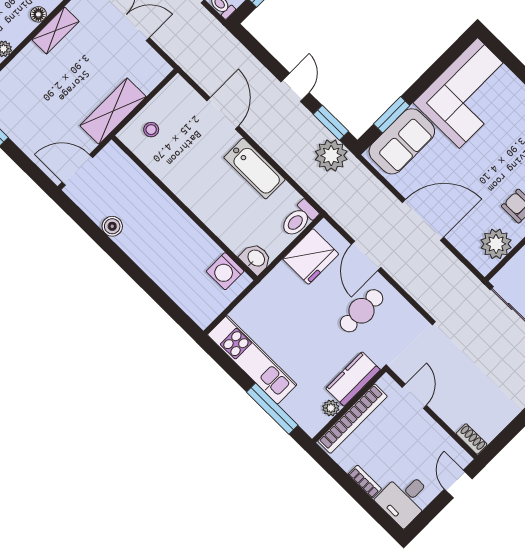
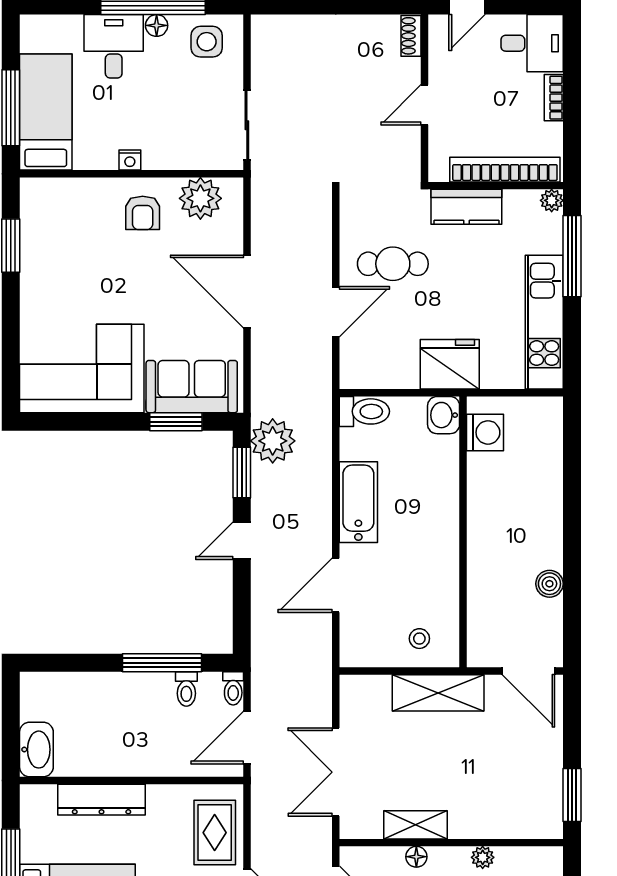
fridge: (311, 257) -> (450, 364), moved
door: (414, 396) -> (425, 105), moved
plant: (331, 408) -> (552, 200), moved

